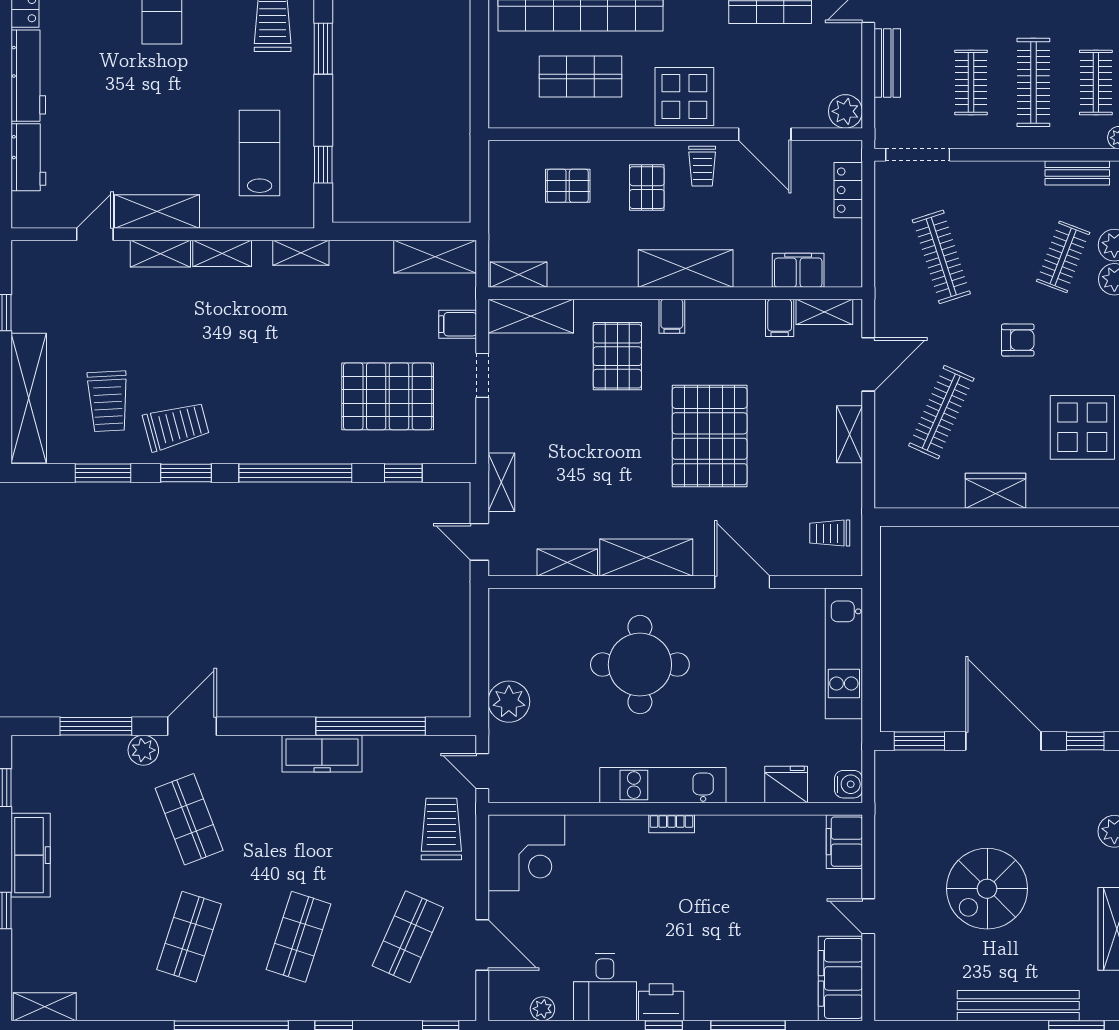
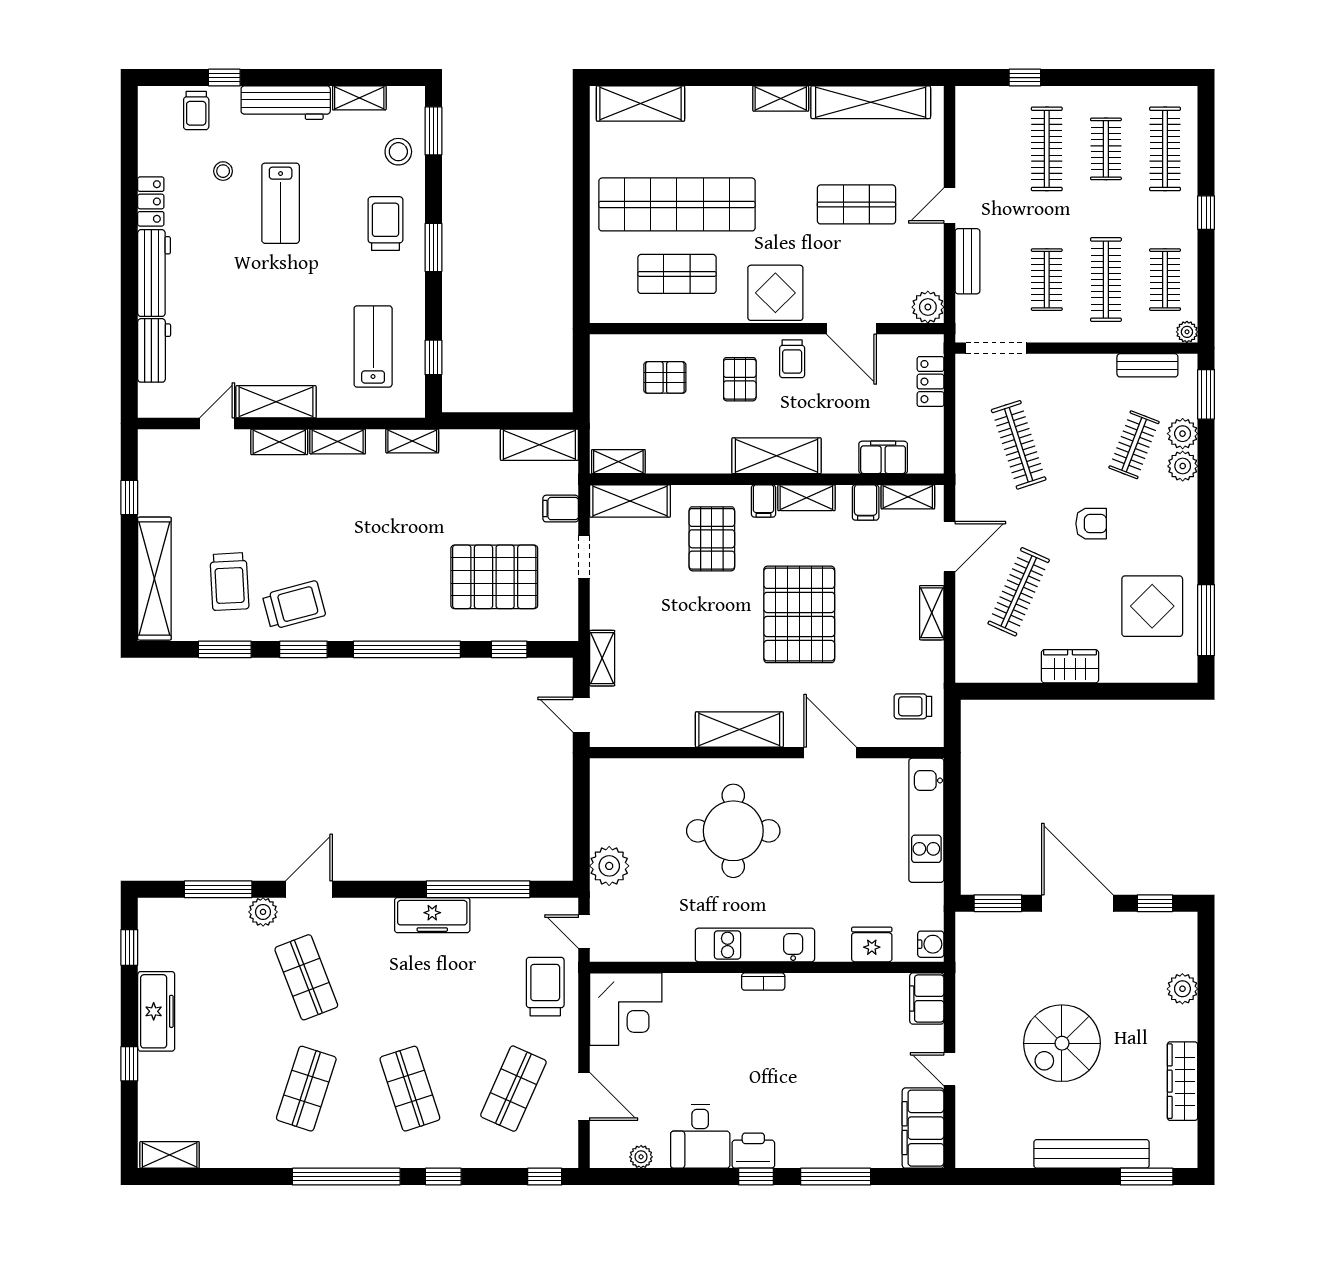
shelving: (567, 562) -> (806, 498), moved
shop shelf: (298, 937) -> (410, 1089), turned -36

